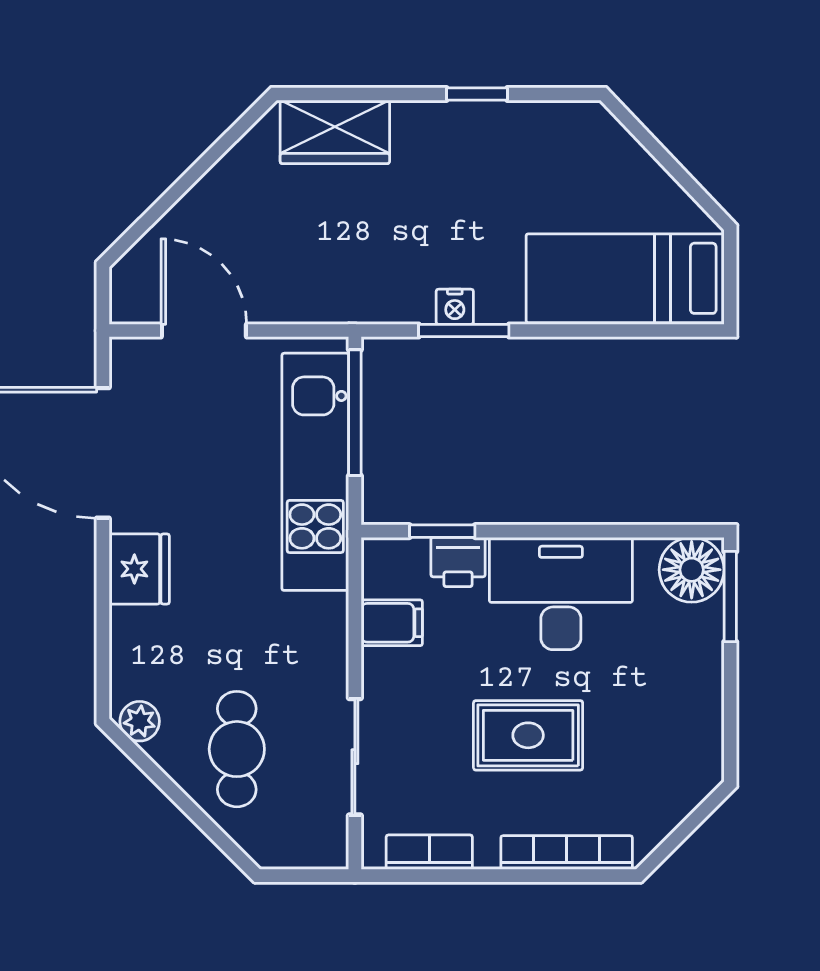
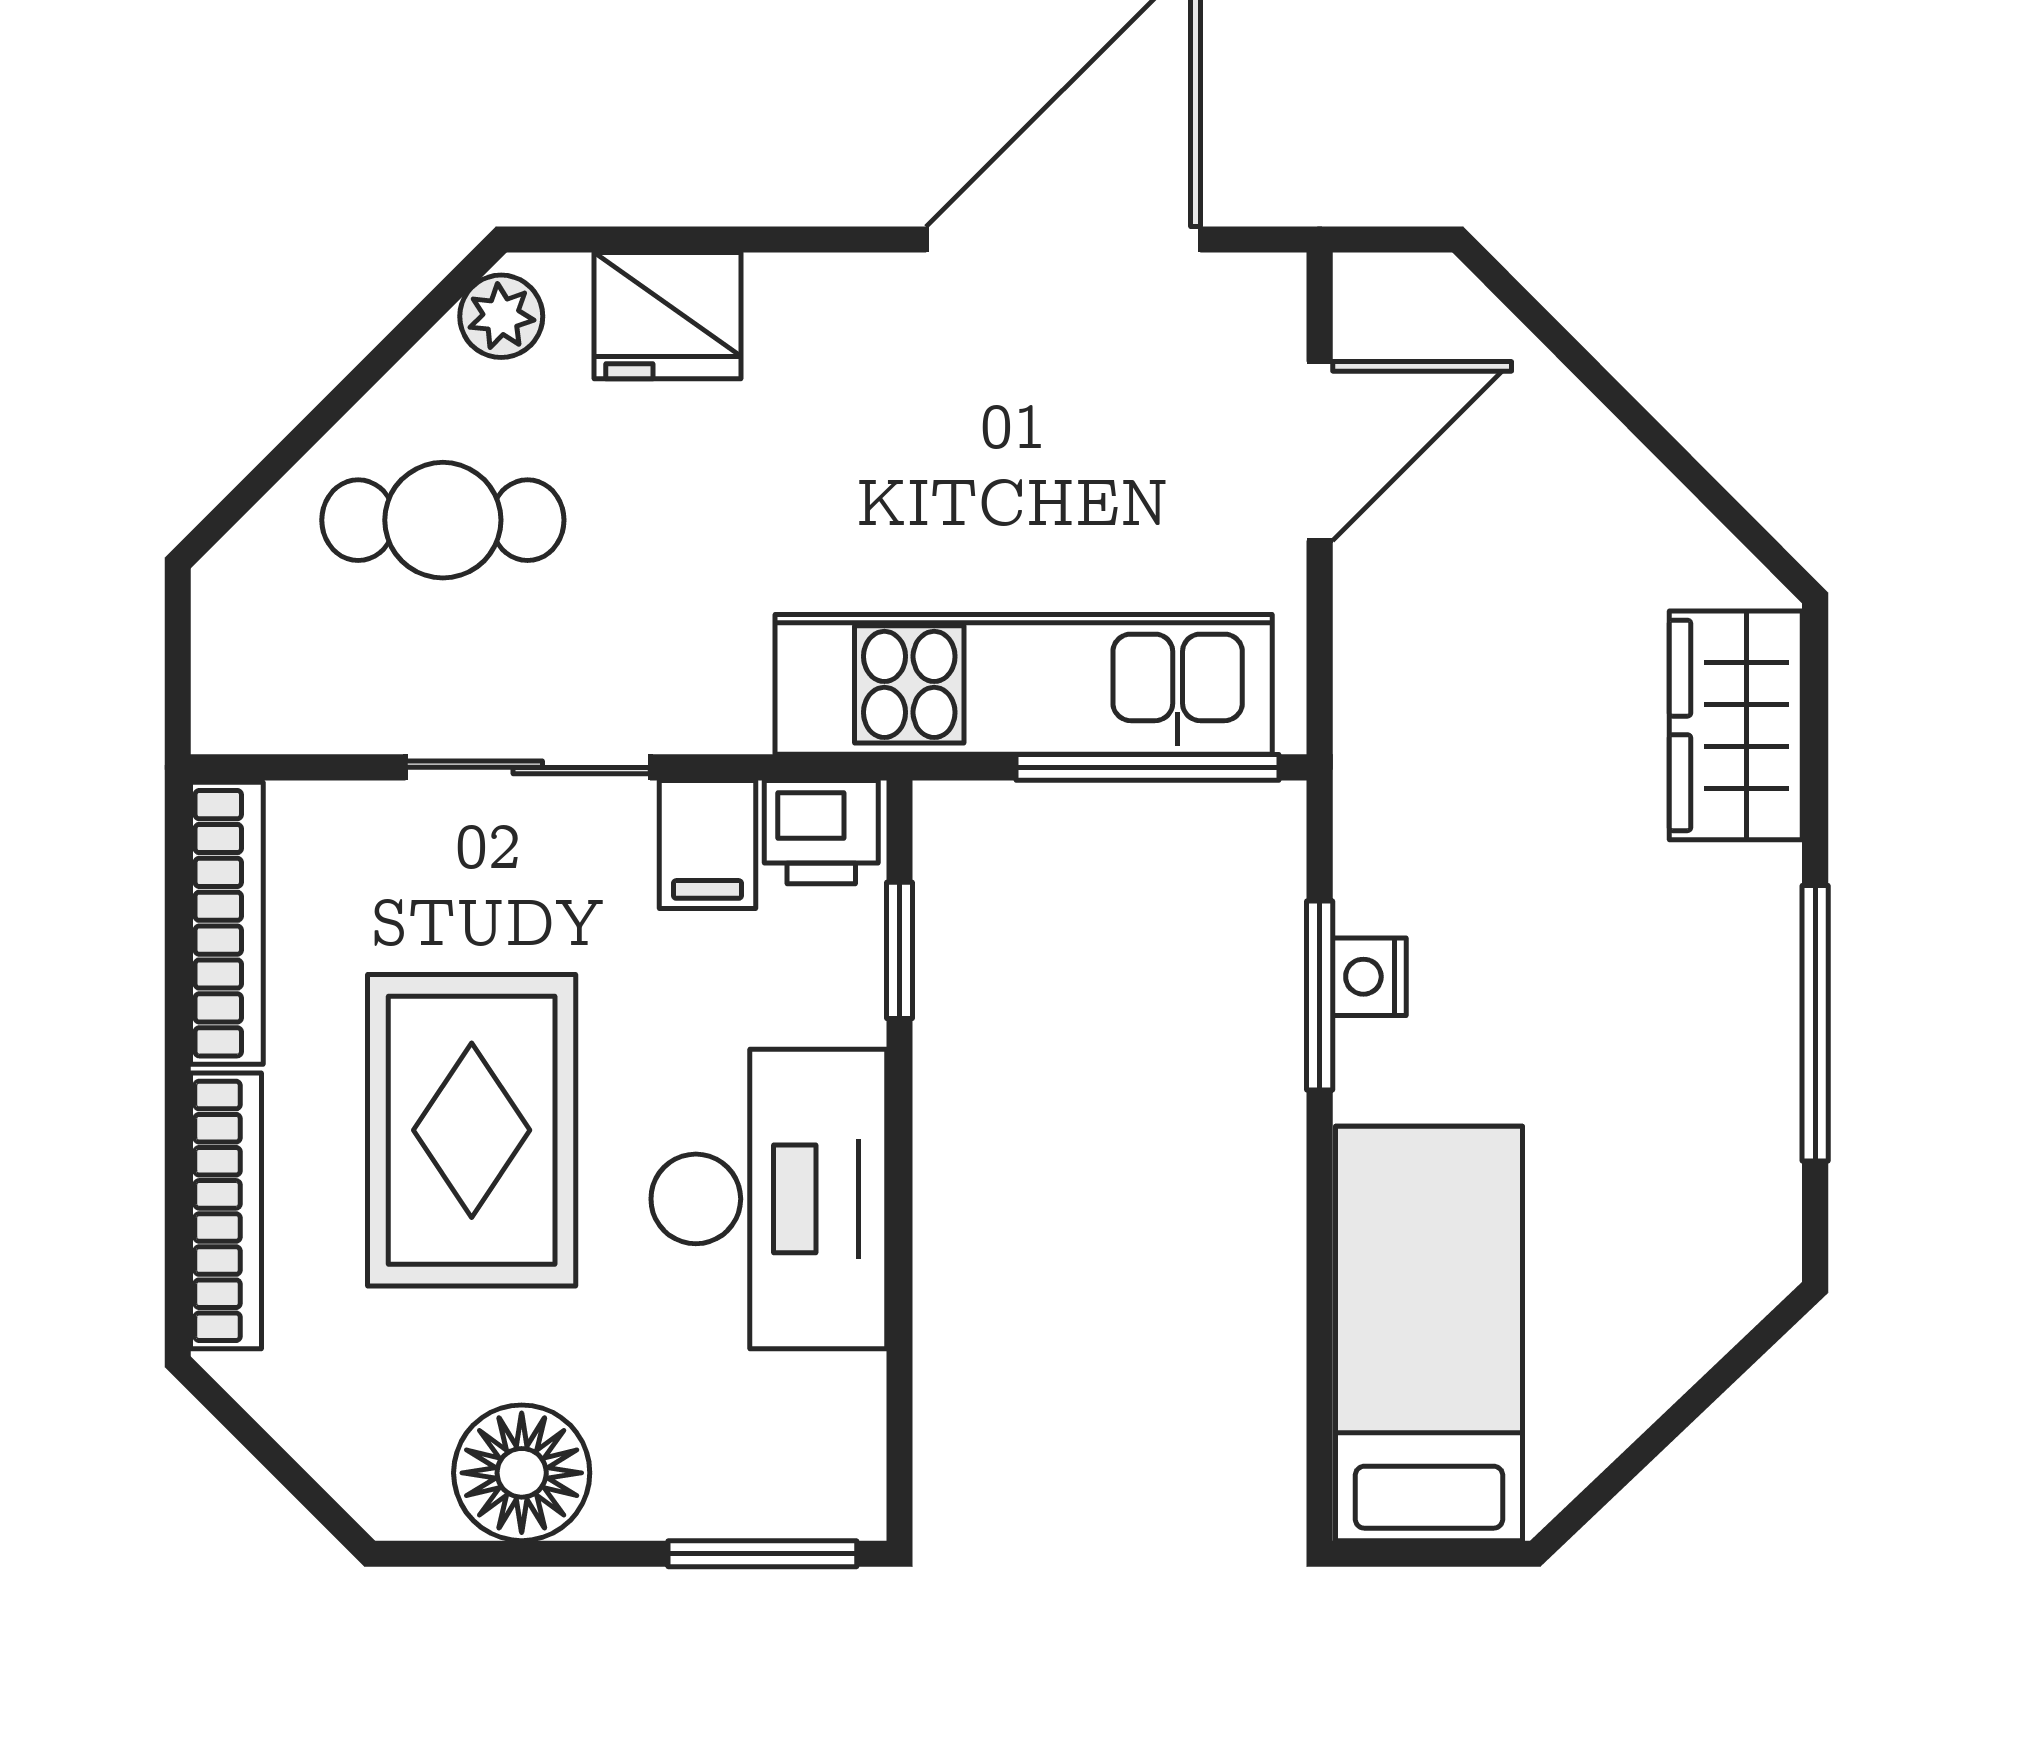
window: (477, 94) -> (1815, 1023), width x2.17
printer: (458, 562) -> (821, 832), moved, turned -90
fridge: (139, 569) -> (668, 316), moved
floor lamp: (692, 570) -> (522, 1473), moved
rug: (528, 735) -> (472, 1130), width x1.36, depth x1.43
sliding door: (355, 757) -> (528, 767), moved
bookcase: (429, 852) -> (227, 923), width x1.56

